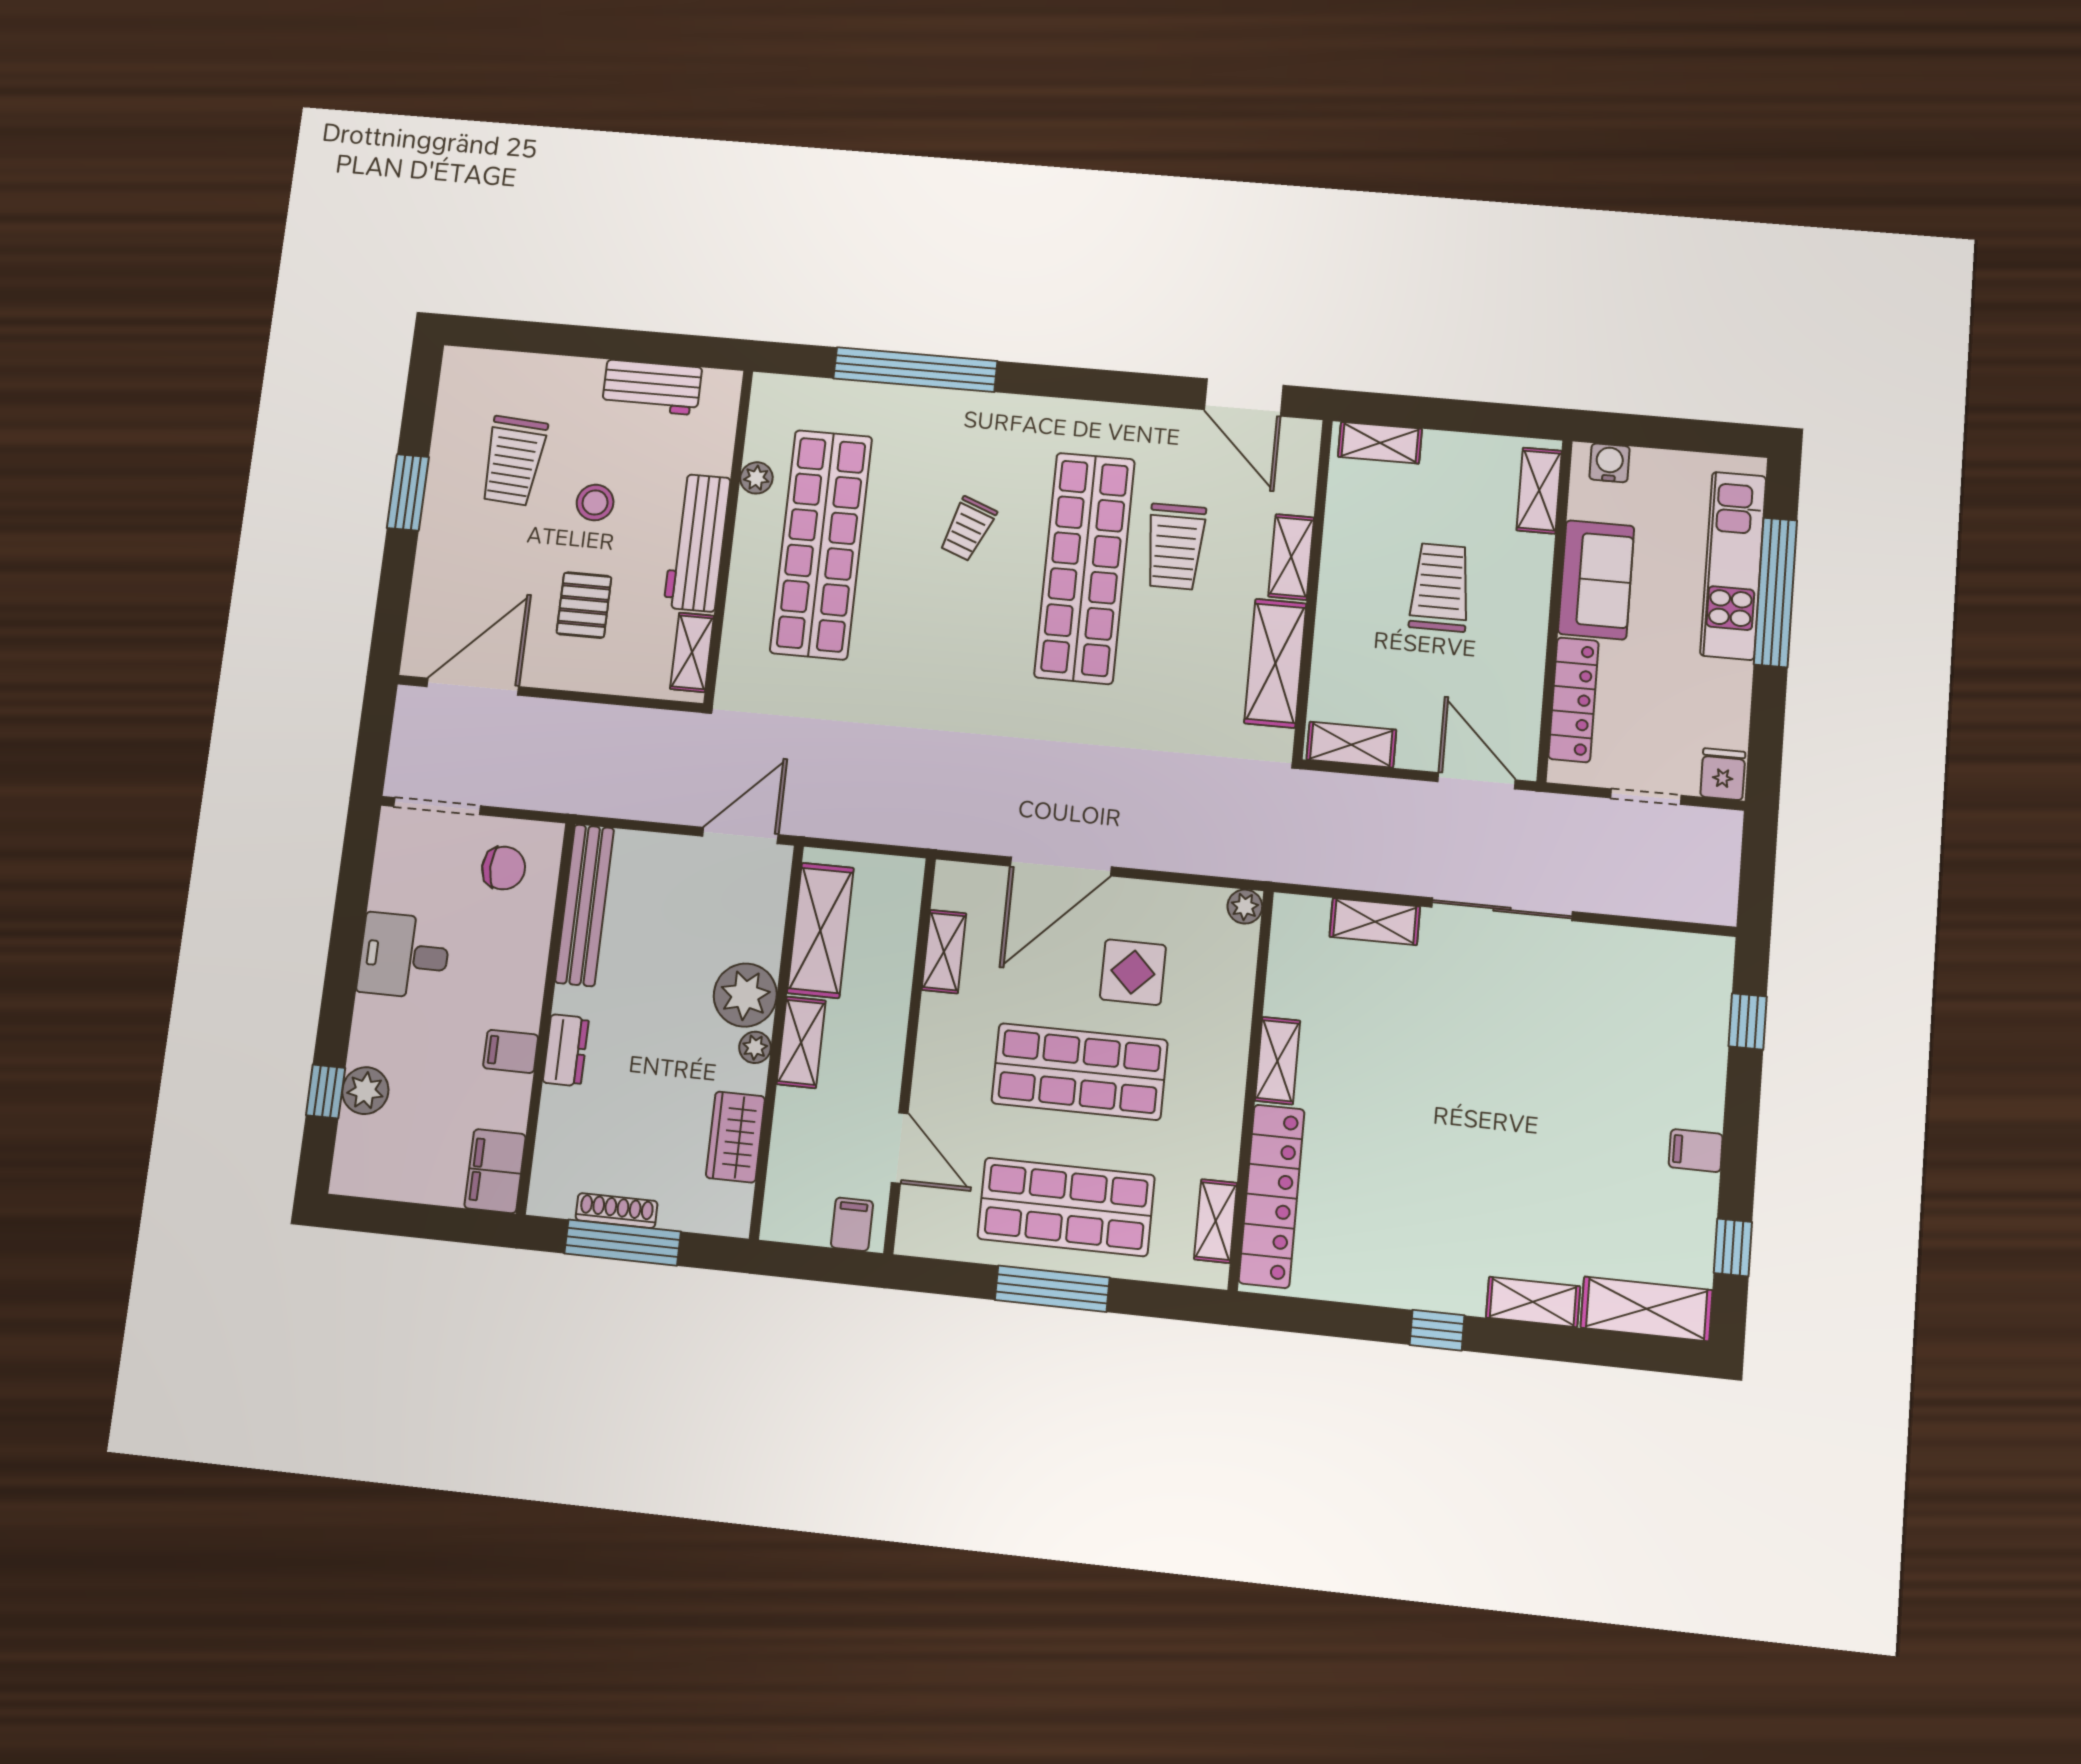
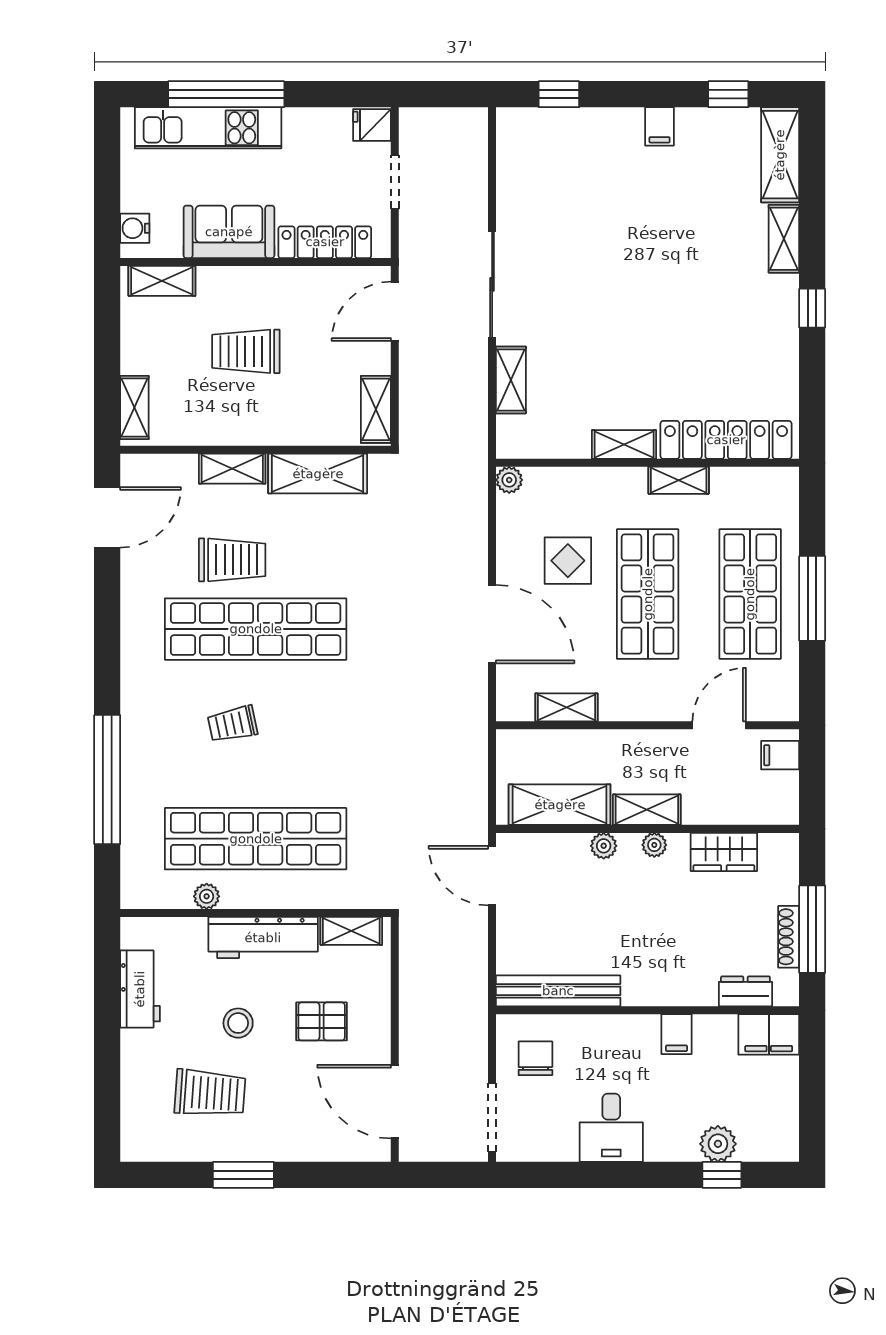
trolley: (968, 529) -> (233, 724), turned 147
plant: (745, 995) -> (604, 846), width x0.53, depth x0.53
dresser: (566, 1050) -> (745, 991), moved
shelving: (1216, 1221) -> (679, 480), moved

